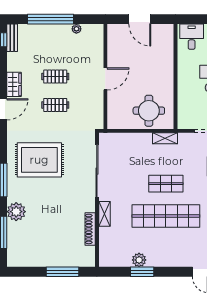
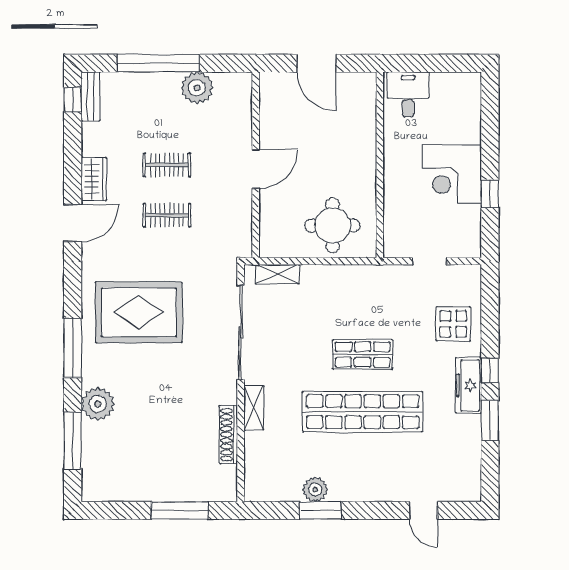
plant: (76, 29) -> (197, 88), width x1.88, depth x1.88
shelving: (165, 138) -> (277, 274), moved

